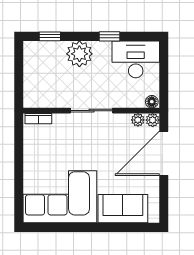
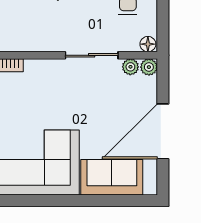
sliding door: (92, 111) -> (92, 55), moved
door: (164, 153) -> (163, 131), moved

